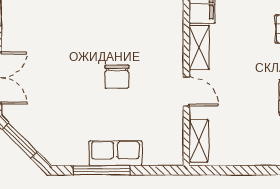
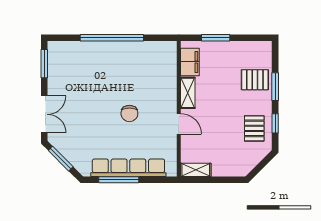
shelving: (199, 141) -> (196, 170), moved, turned 90
row of seats: (115, 153) -> (128, 168), width x2.02

